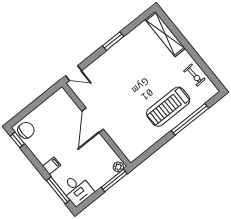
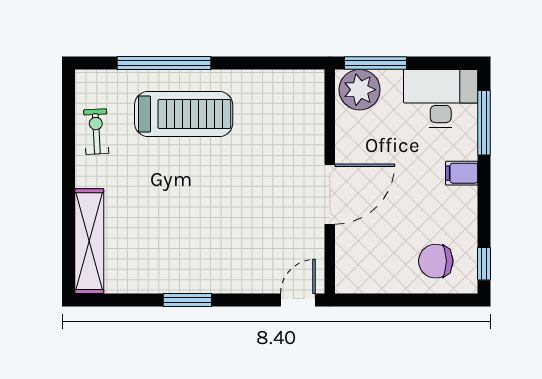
door: (74, 73) -> (298, 300), hinge flipped
chair: (26, 130) -> (436, 261), moved
plant: (118, 167) -> (360, 90), width x1.88, depth x1.88
desk: (77, 189) -> (441, 98), width x1.37

